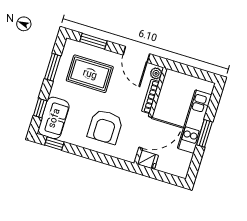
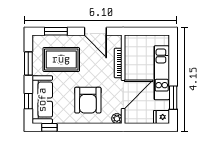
plant: (156, 73) -> (117, 119), moved
sofa: (54, 118) -> (42, 100), width x1.36
window: (204, 133) -> (173, 98), moved
fridge: (148, 160) -> (161, 117), moved, turned 180

